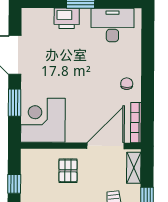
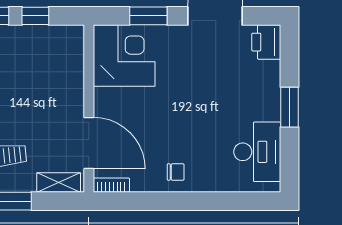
printer: (67, 18) -> (266, 42), moved
bookcase: (136, 123) -> (111, 185), width x0.64
pallet: (68, 171) -> (54, 91), removed

